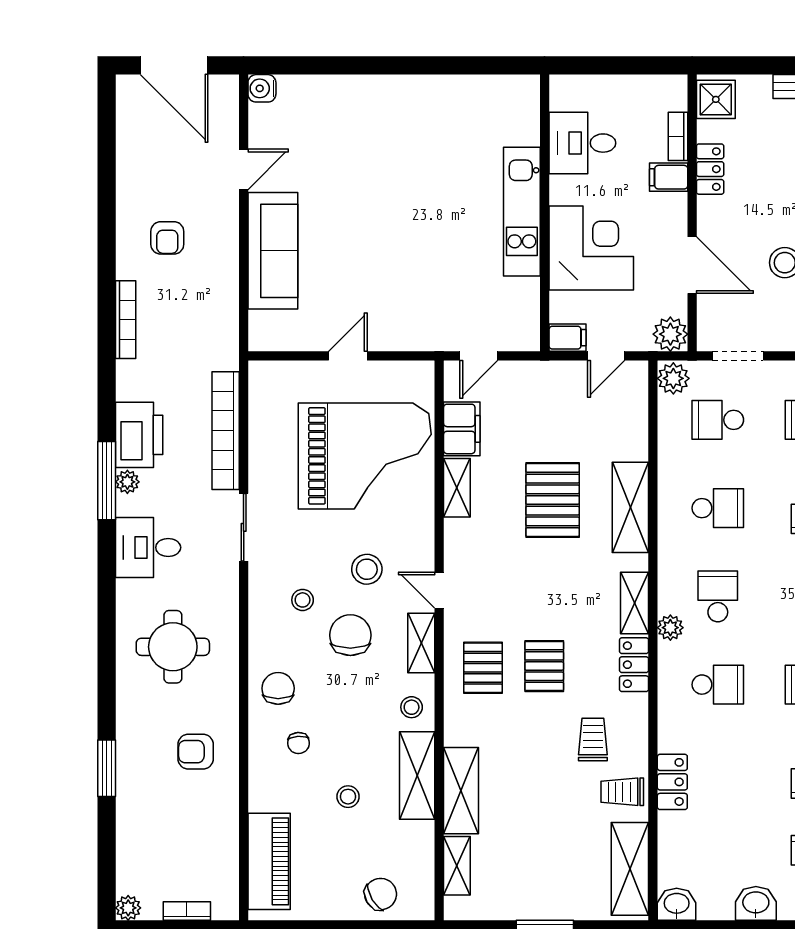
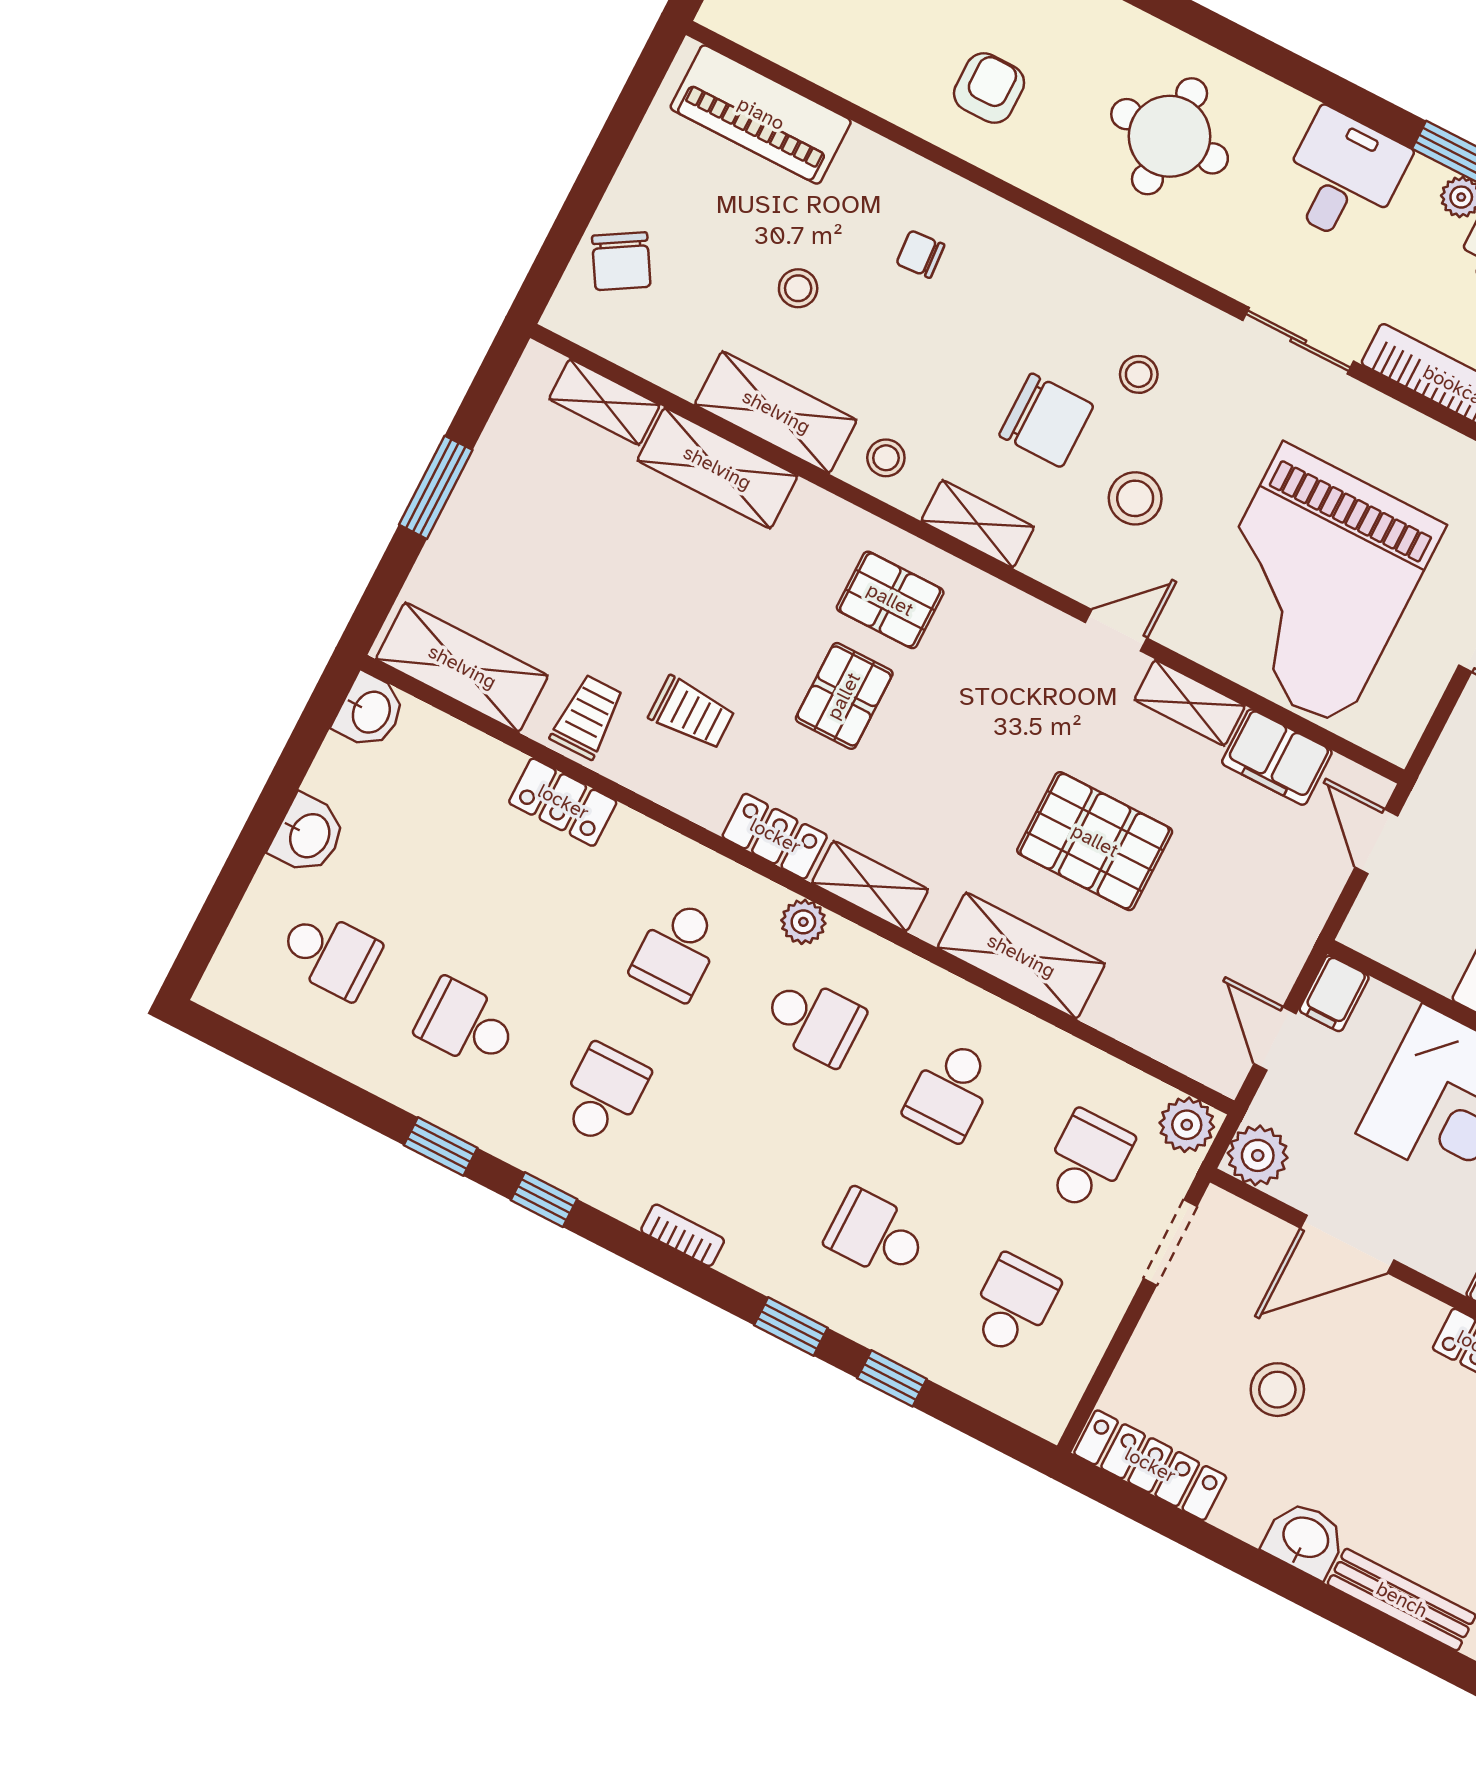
door: (439, 590) -> (1116, 630), moved
pallet: (544, 666) -> (844, 696), turned 90
chair: (278, 688) -> (1021, 266), removed

